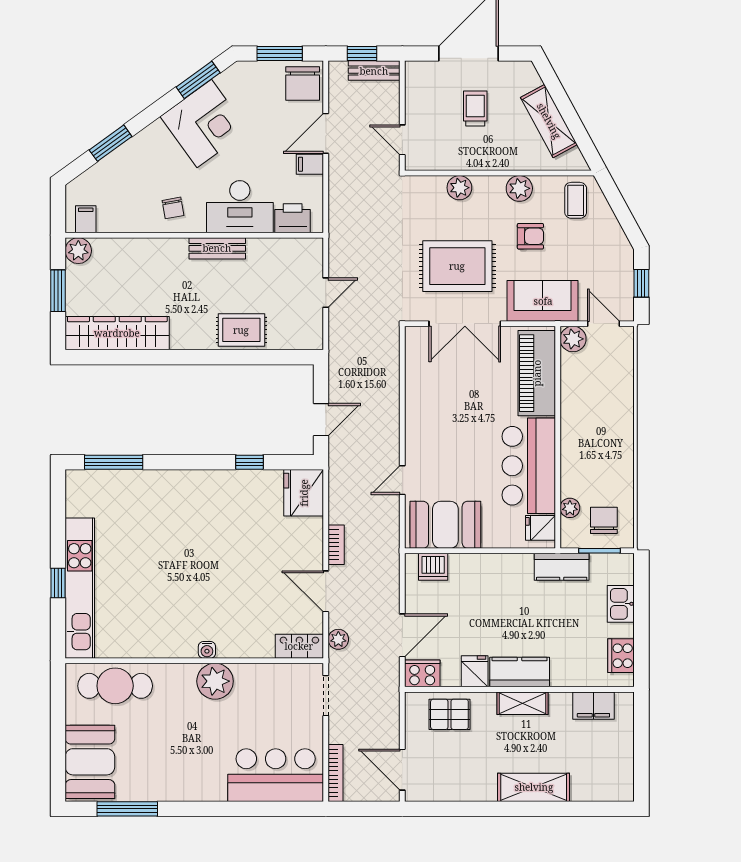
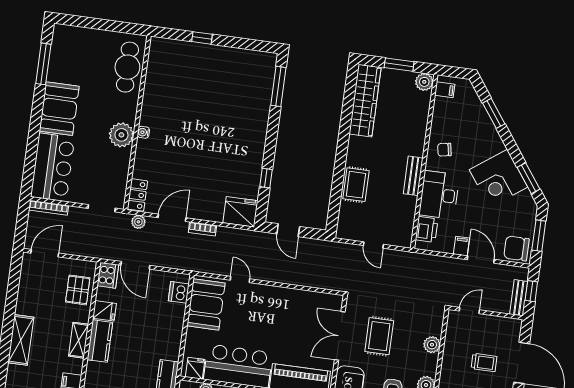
rug: (457, 266) -> (379, 336), width x0.73, depth x0.70
kitchen unit: (80, 588) -> (197, 52), removed
booth: (90, 762) -> (59, 109), moved, turned 90

